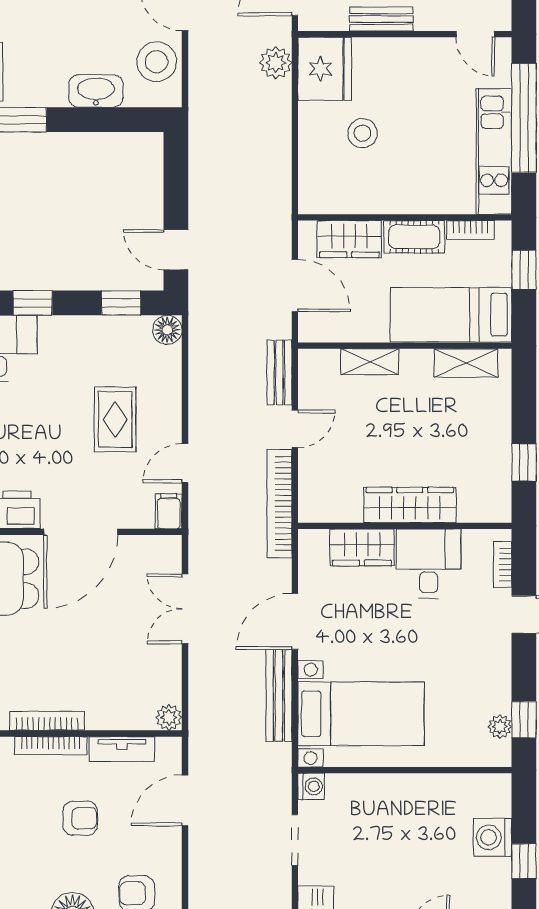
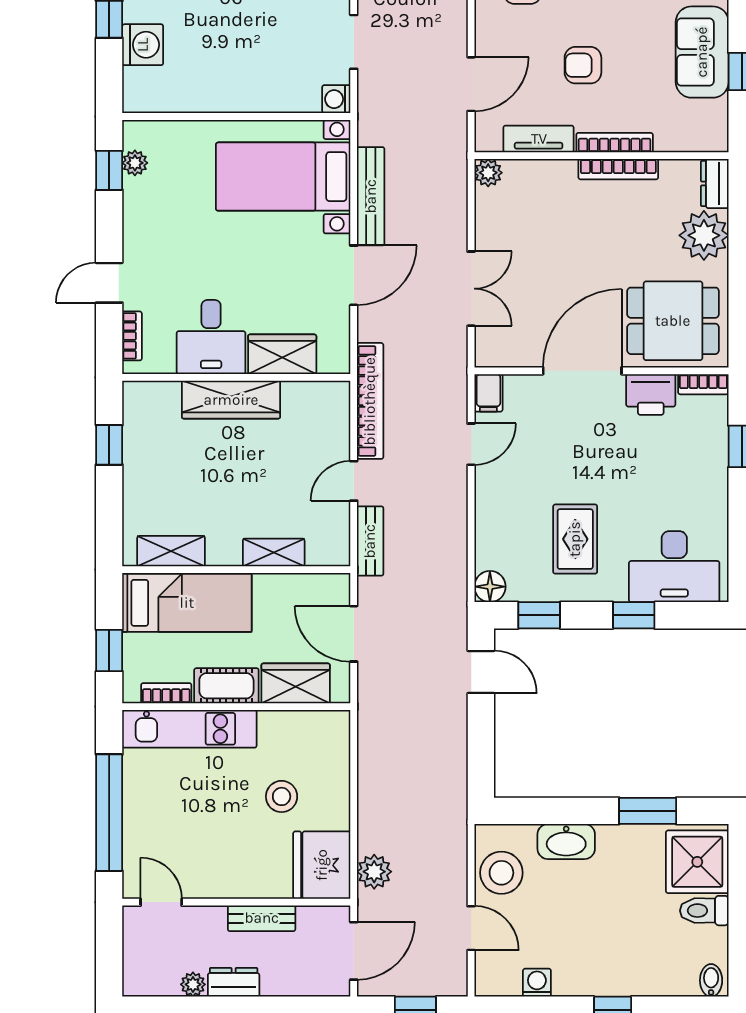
kitchen unit: (494, 151) -> (189, 729), moved, turned 90
rug: (115, 419) -> (575, 539), moved

